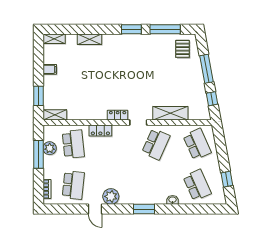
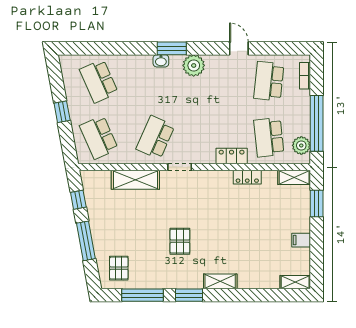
shelving: (89, 39) -> (220, 281), moved
pallet: (138, 69) -> (180, 241), added
locker: (118, 115) -> (247, 177), moved
plant: (50, 148) -> (301, 145), moved
window: (38, 154) -> (317, 123), width x1.46
window: (227, 179) -> (62, 112), moved
plant: (111, 196) -> (194, 65), moved
washbasin: (173, 200) -> (161, 61), moved

